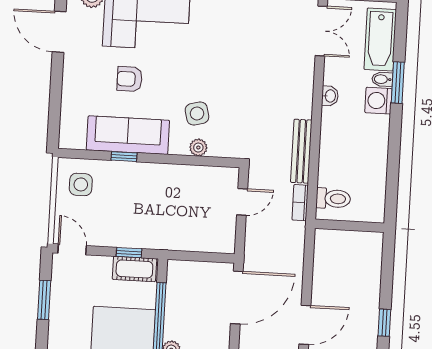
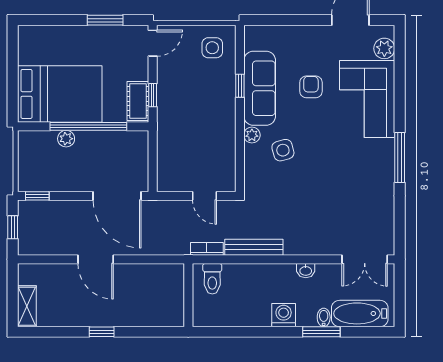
washing machine: (378, 101) -> (284, 315), moved
plant: (198, 148) -> (252, 135), moved

